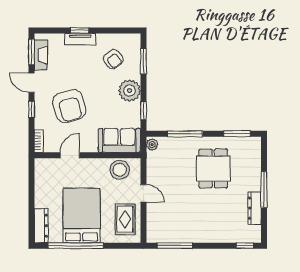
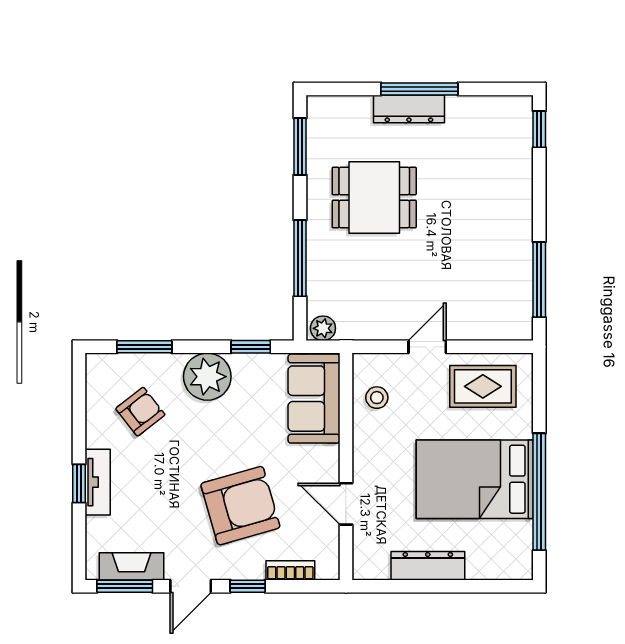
bookcase: (39, 141) -> (290, 570), moved
stool: (120, 170) -> (377, 398), width x0.53, depth x0.53
dresser: (255, 208) -> (409, 109), moved
dresser: (41, 226) -> (428, 566), moved

